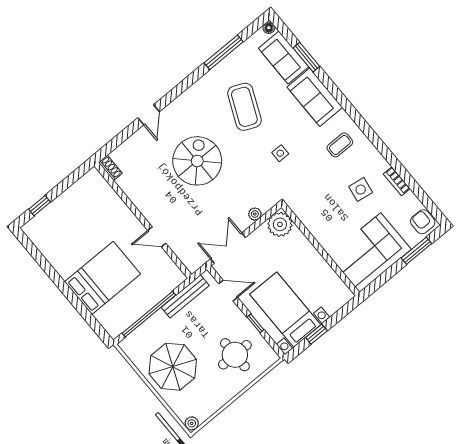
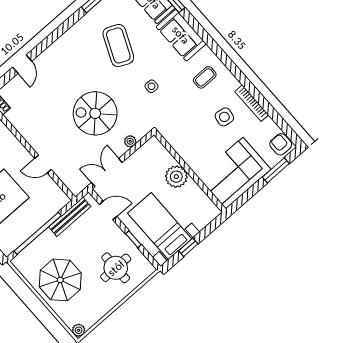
door: (149, 115) -> (22, 64), moved
spiral stairs: (197, 161) -> (95, 113), moved, turned -90
bookcase: (397, 181) -> (252, 103), width x1.56
plant: (280, 224) -> (176, 177), moved

